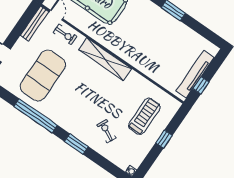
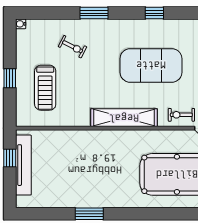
exercise mat: (43, 76) -> (151, 65), moved, turned 90
window: (36, 116) -> (154, 13), width x0.32

